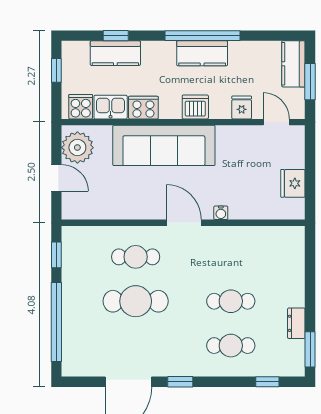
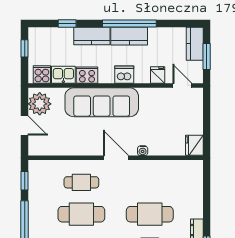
kitchen counter: (115, 53) -> (92, 36), moved
fridge: (293, 183) -> (194, 145), moved
cafe table: (231, 301) -> (150, 214), width x1.37, depth x1.35

